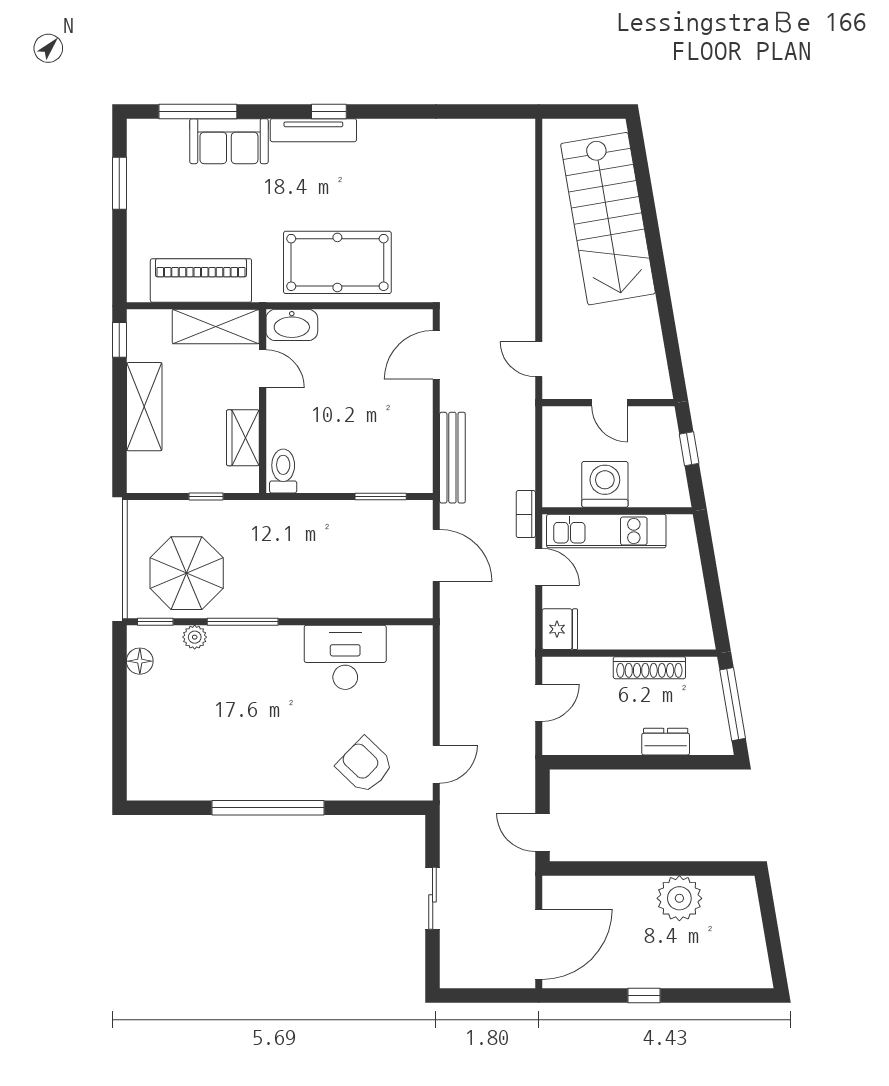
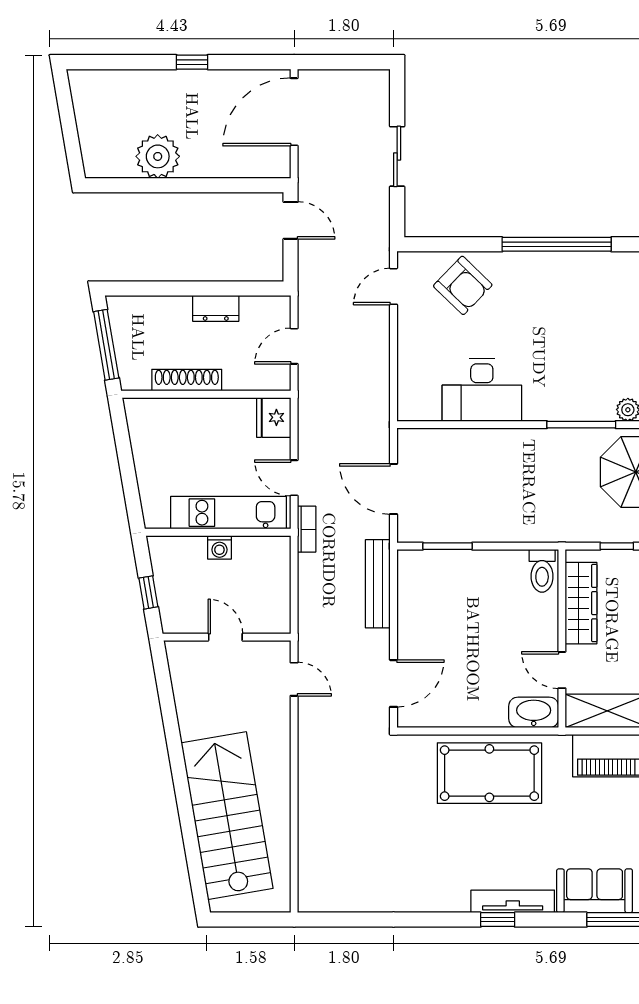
wardrobe: (243, 438) -> (581, 603), width x1.50
washing machine: (605, 484) -> (219, 547), width x0.53, depth x0.53
dresser: (666, 742) -> (216, 308), moved

